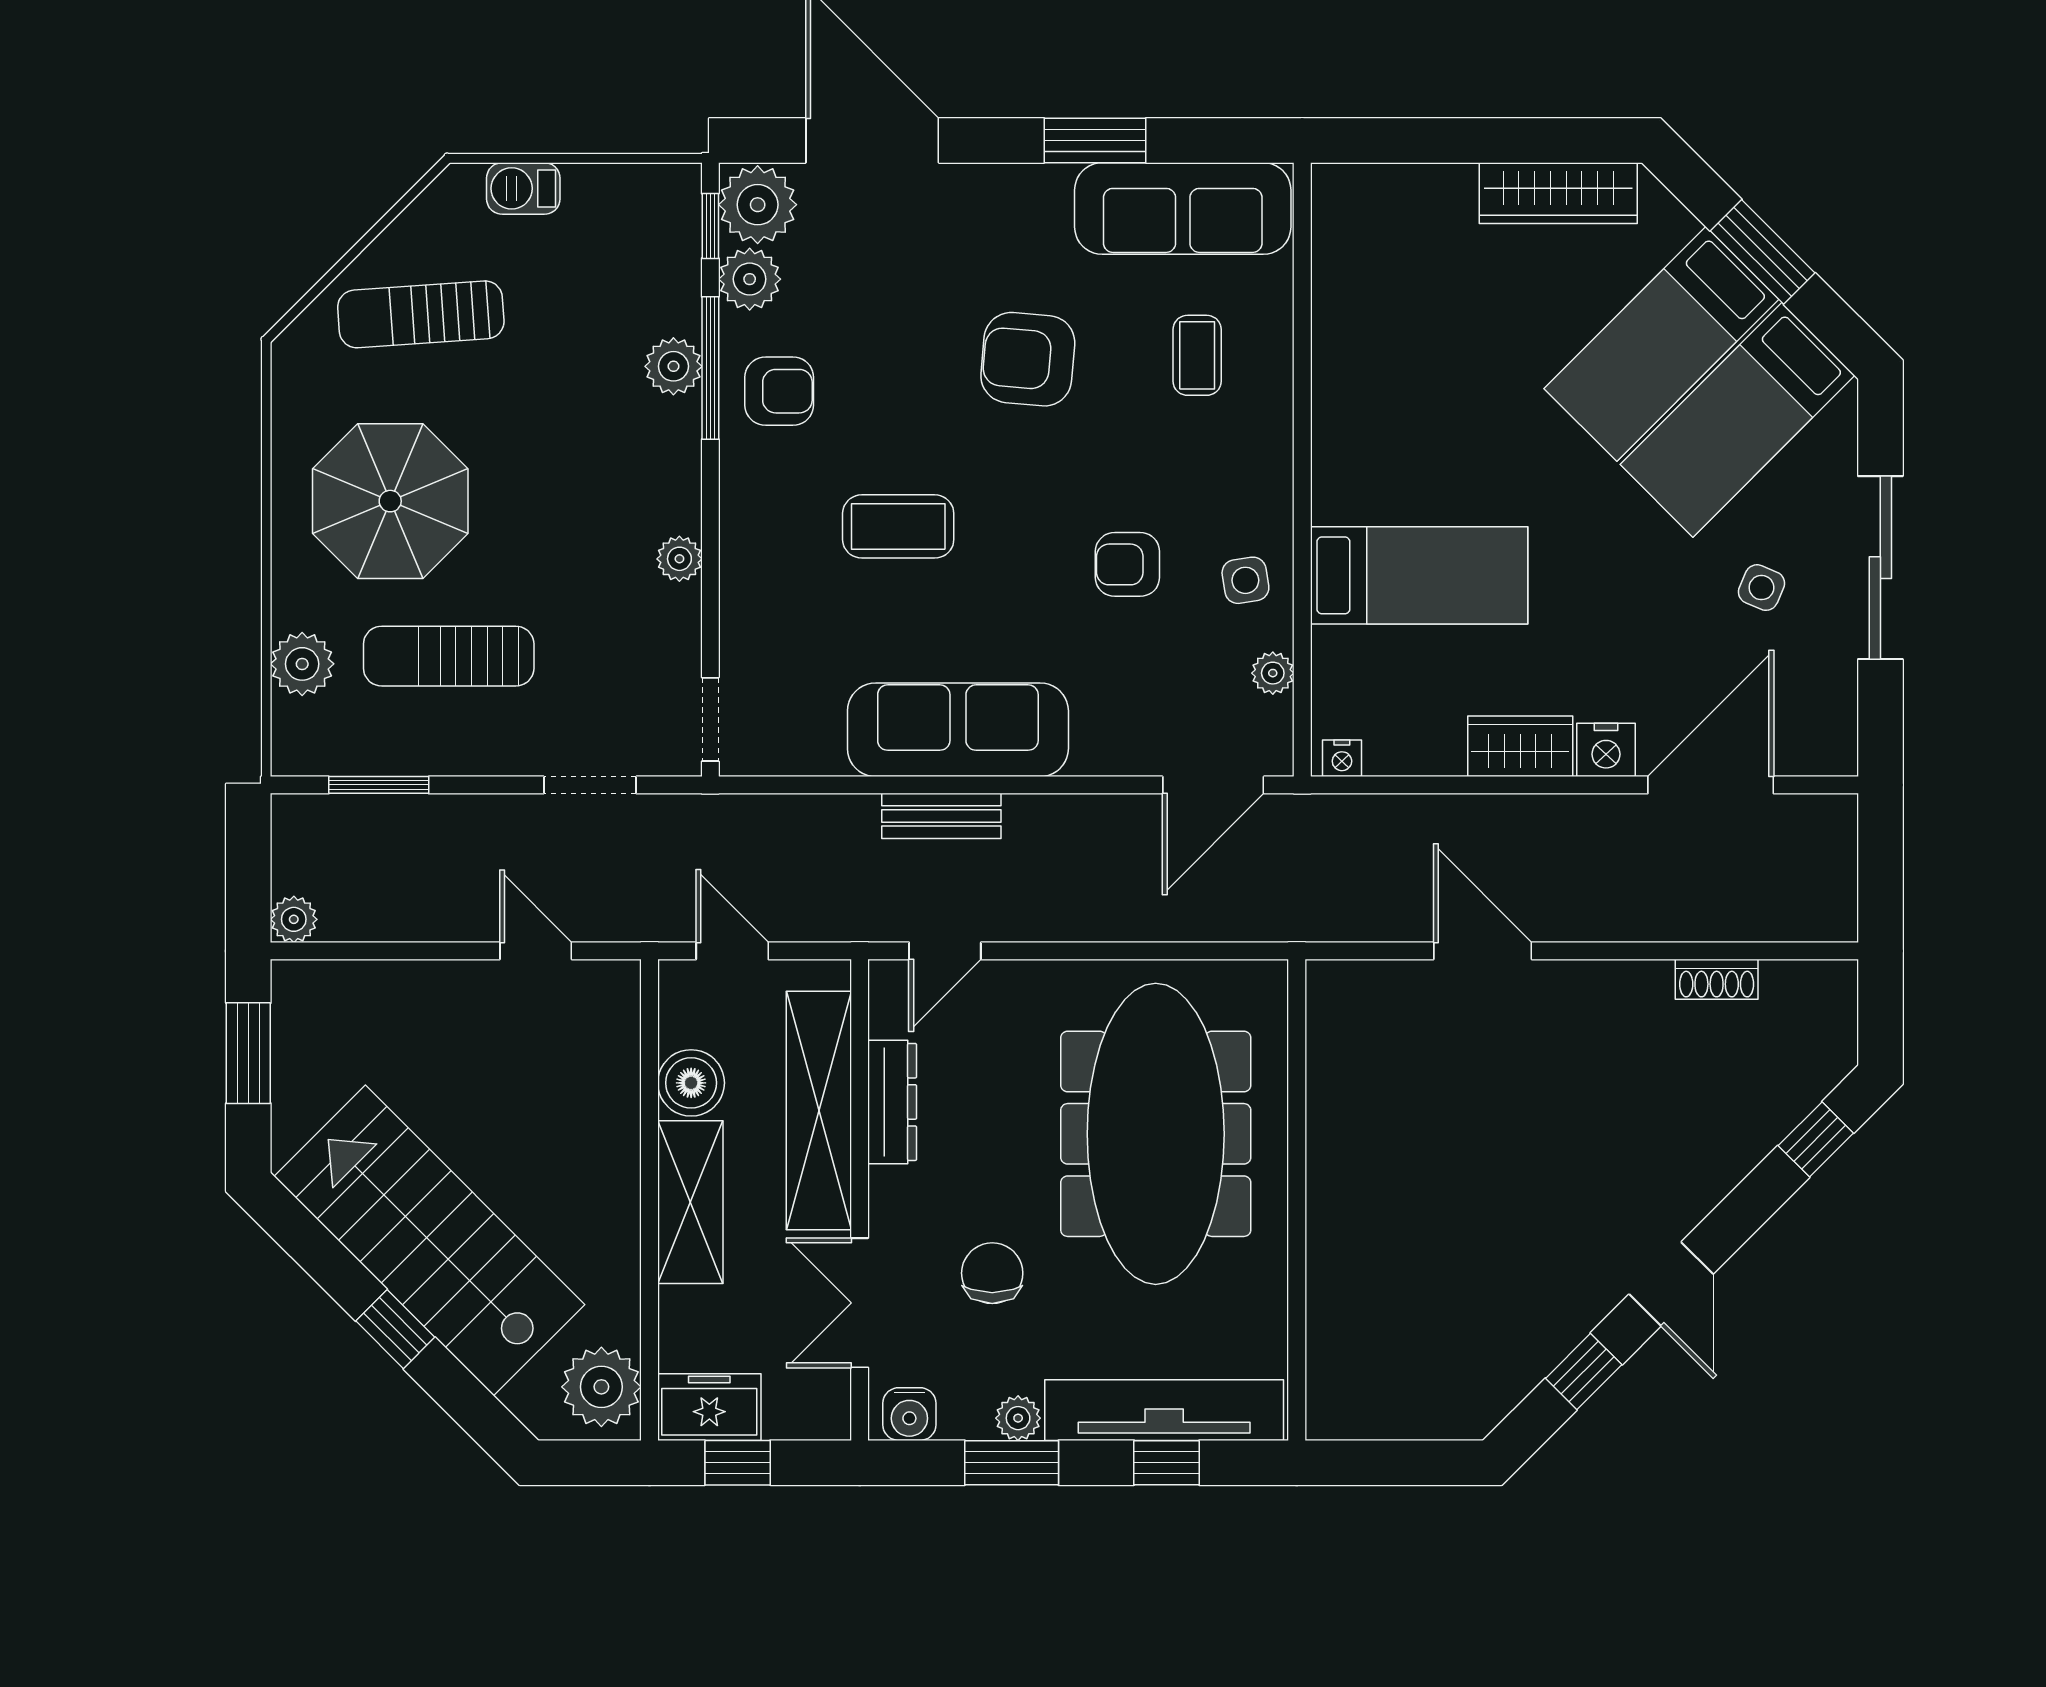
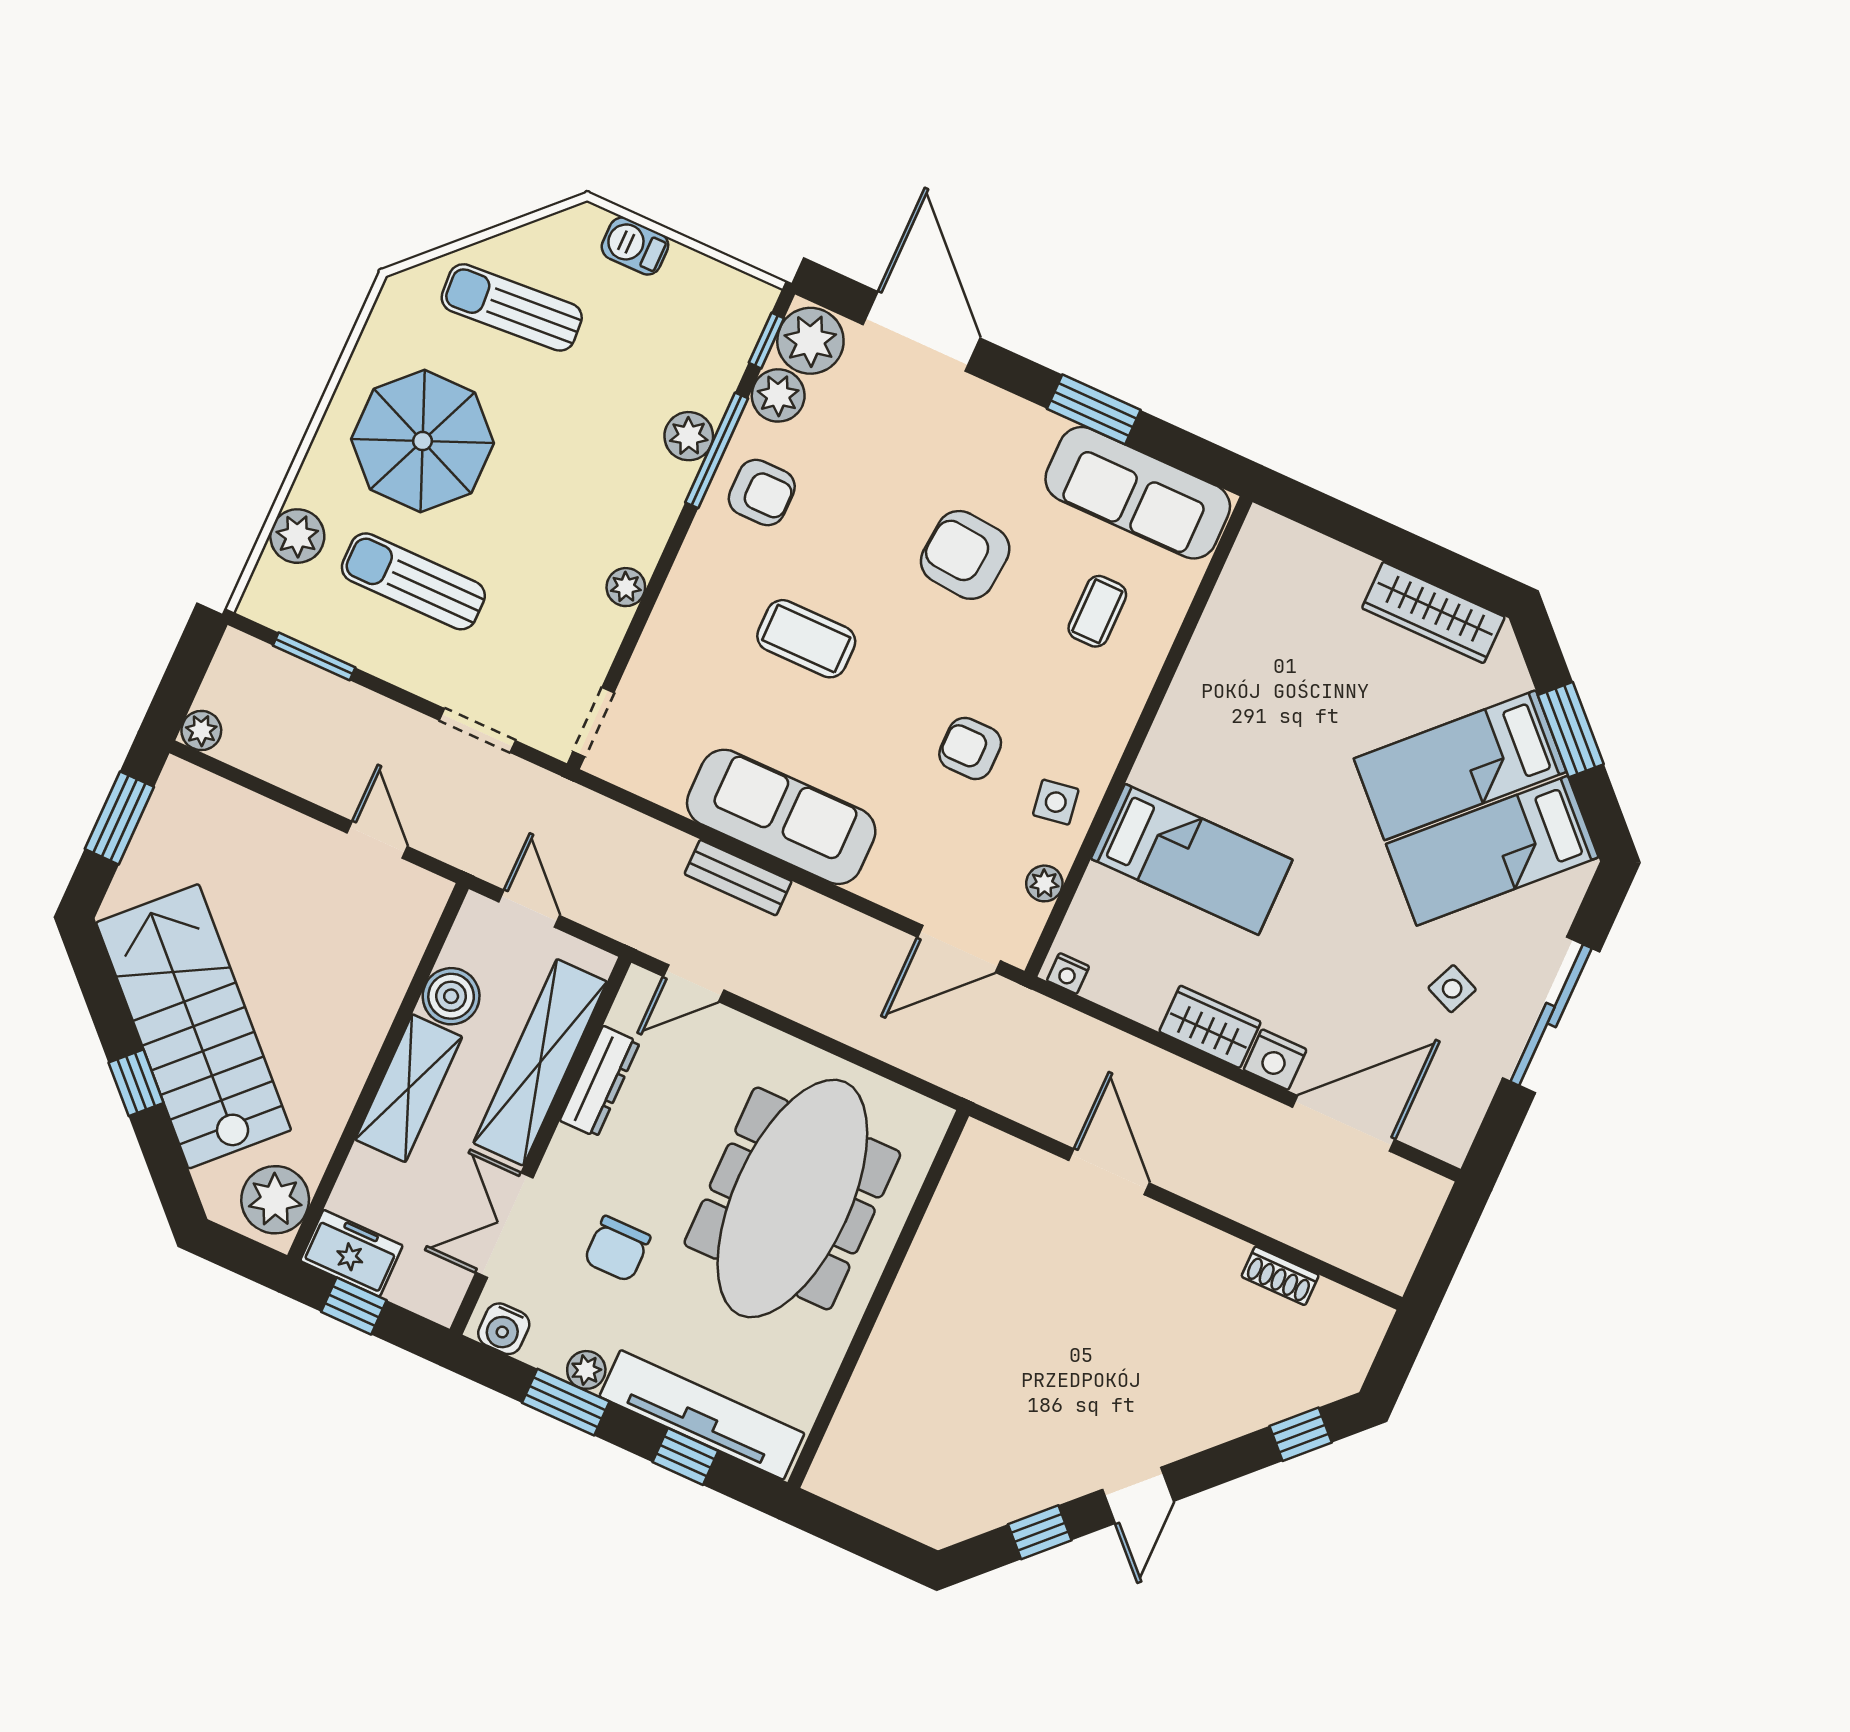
chair: (992, 1273) -> (617, 1249), turned 180

